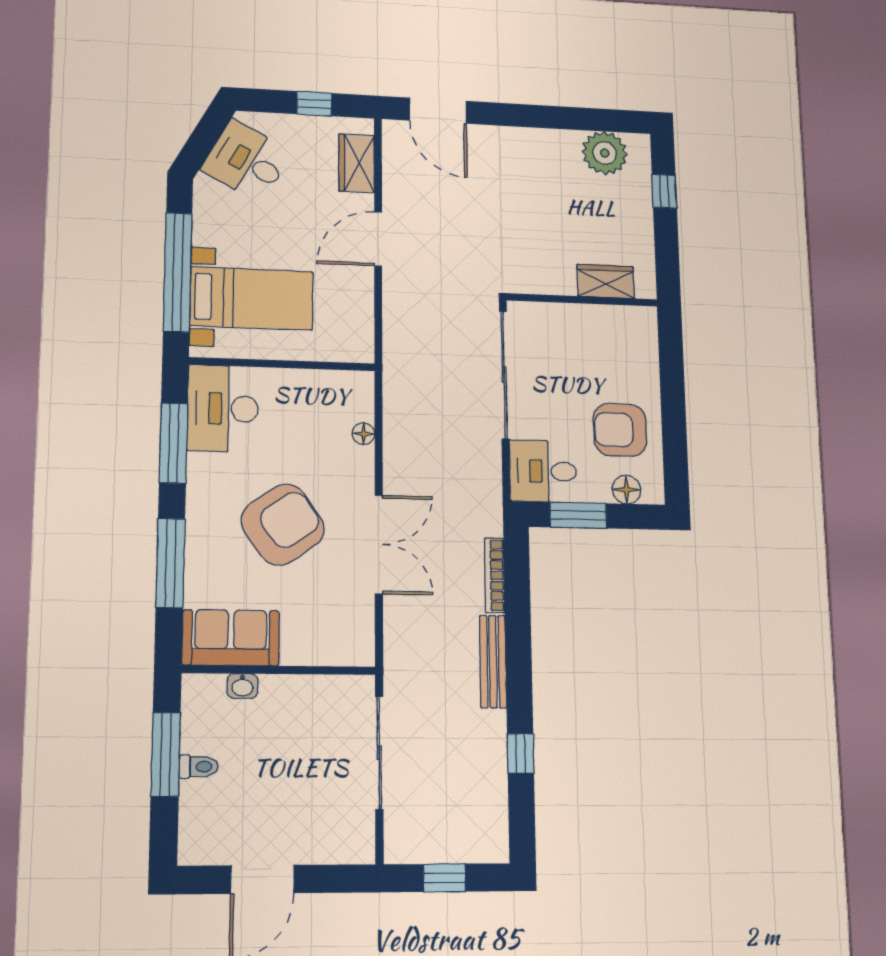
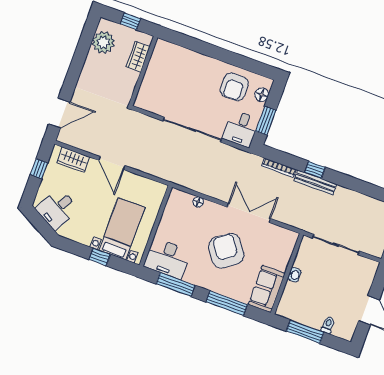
window: (178, 272) -> (100, 257), width x0.32
wardrobe: (606, 281) -> (138, 57), moved
wall: (582, 300) -> (143, 71), moved
washbasin: (242, 686) -> (294, 275), moved
window: (520, 754) -> (315, 170), moved
toilet: (199, 767) -> (328, 325), moved

